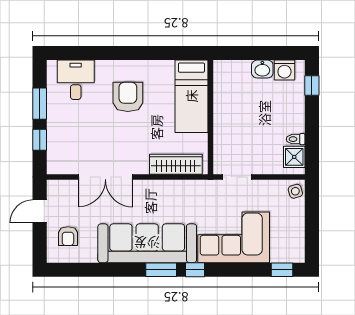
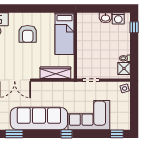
armchair: (128, 97) -> (28, 34), turned 180
window: (161, 270) -> (14, 134), moved

